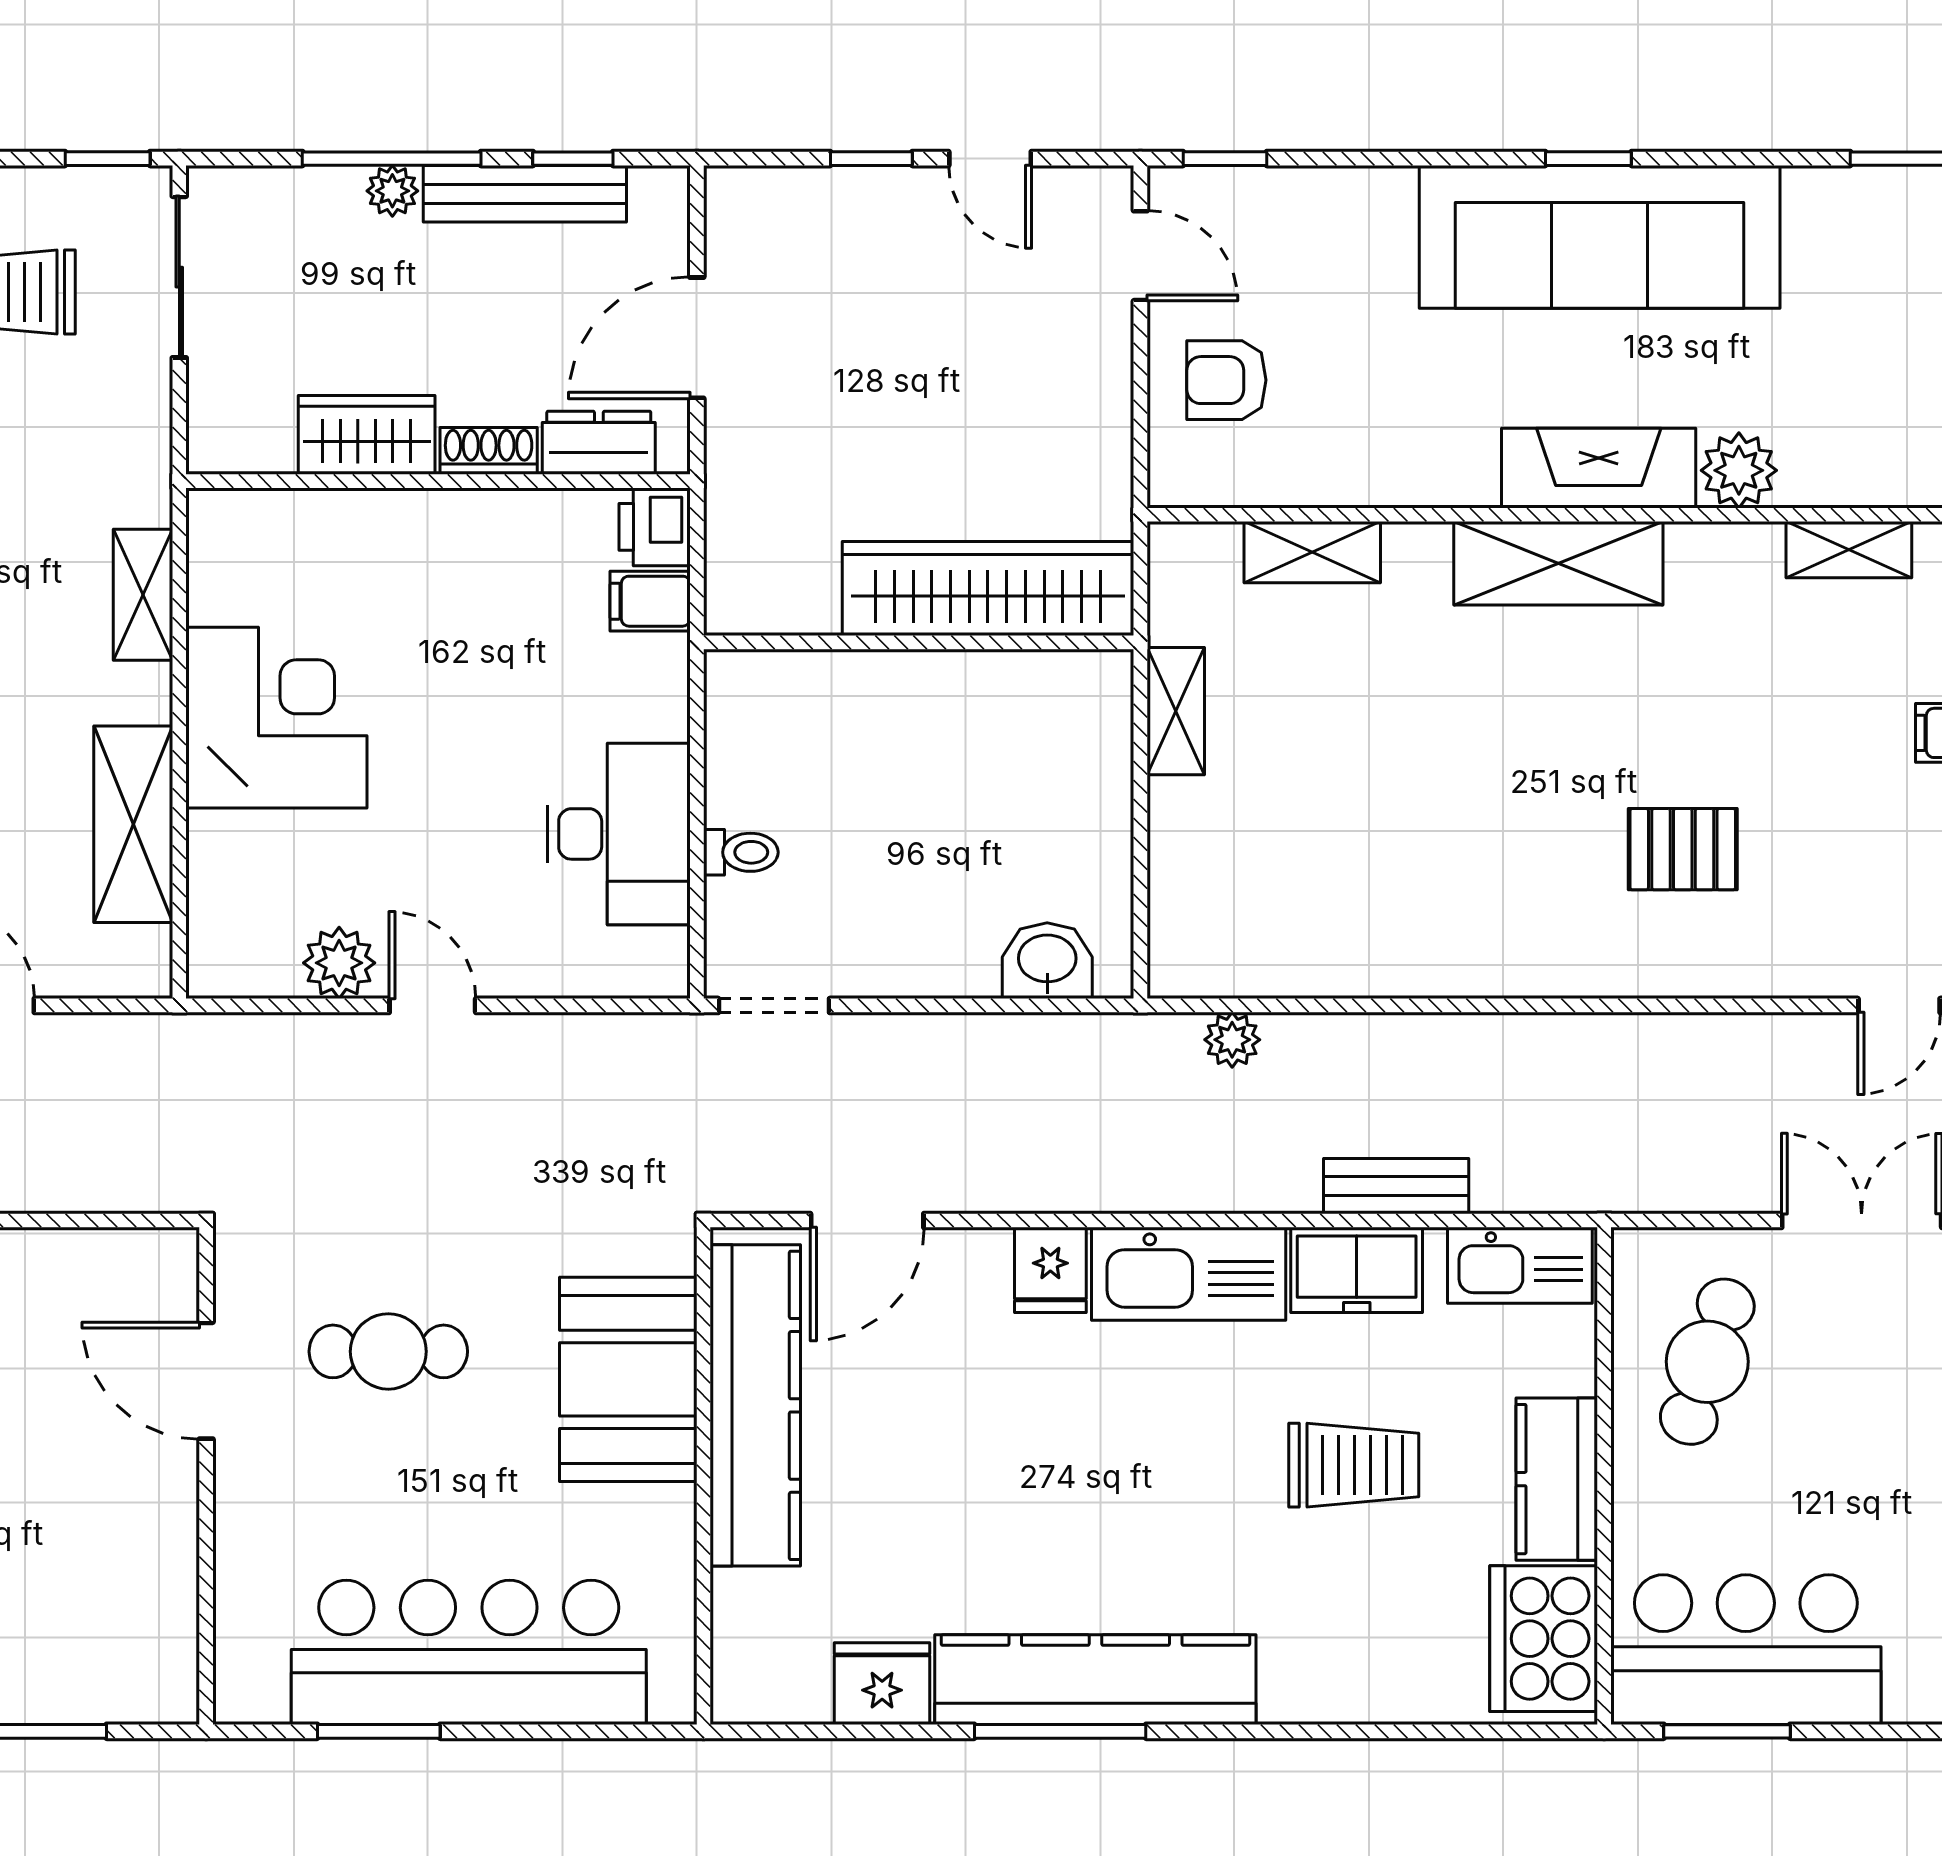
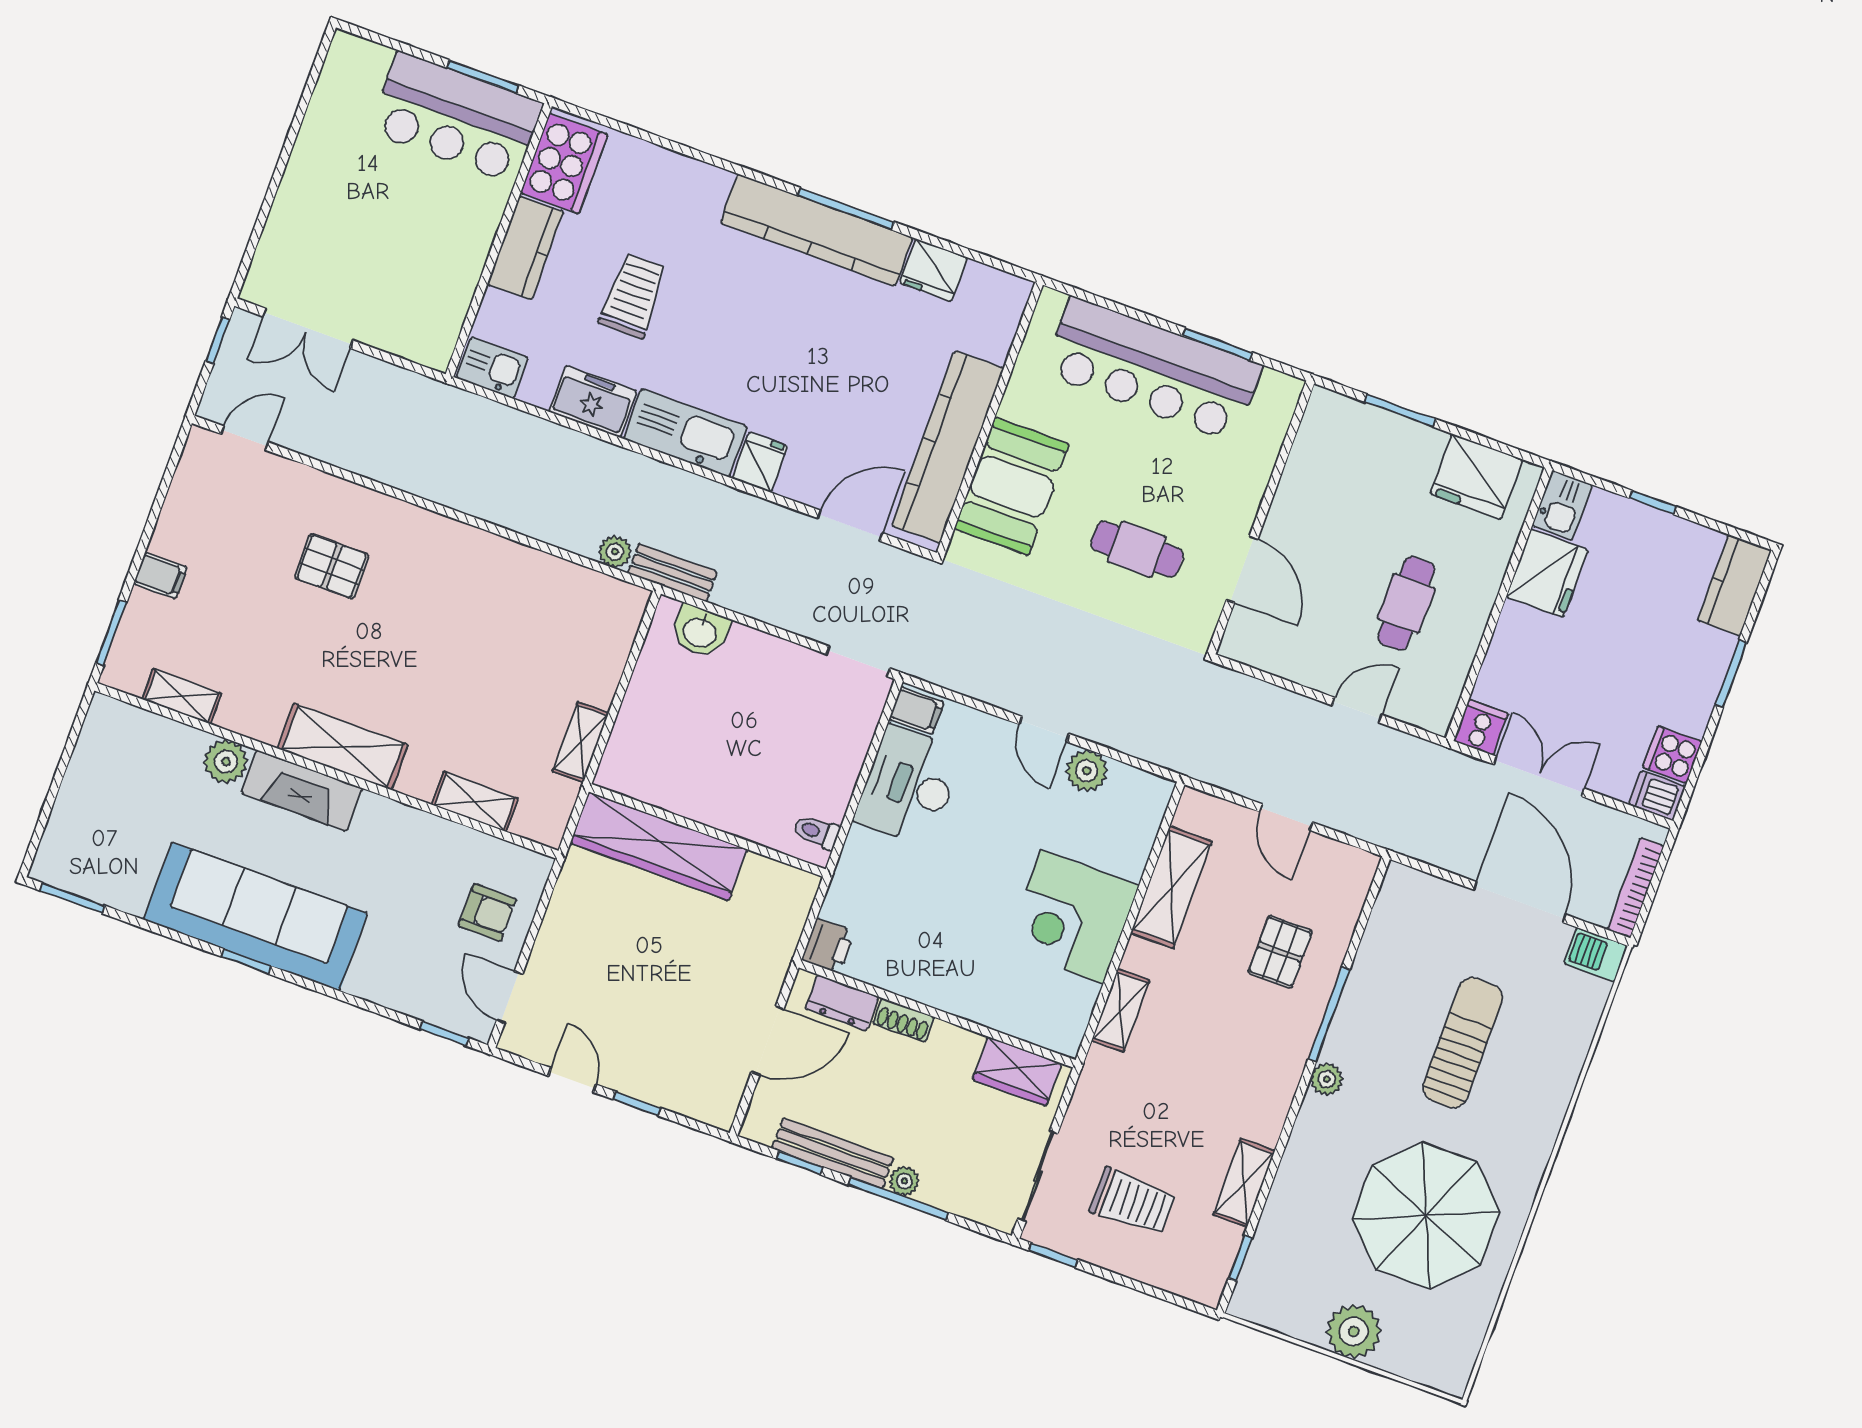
wardrobe: (367, 435) -> (1017, 1071), moved
filing cabinet: (650, 601) -> (917, 711), moved
toilet: (741, 852) -> (816, 832), moved
bench: (1396, 1186) -> (673, 573), moved
kitchen sink: (1520, 1265) -> (492, 368), width x0.73
cafe table: (1707, 1362) -> (420, 282), removed
trolley: (1354, 1465) -> (633, 296), turned 90

